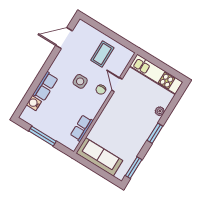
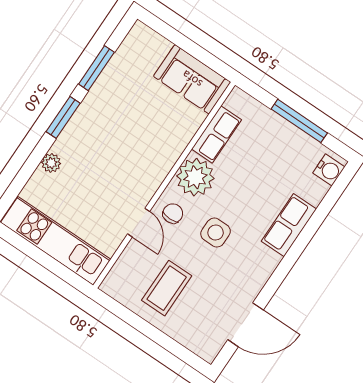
water cooler: (34, 103) -> (329, 170), moved
plant: (91, 107) -> (195, 177), added
sofa: (99, 157) -> (192, 79), width x0.73
window: (134, 168) -> (96, 68), moved

